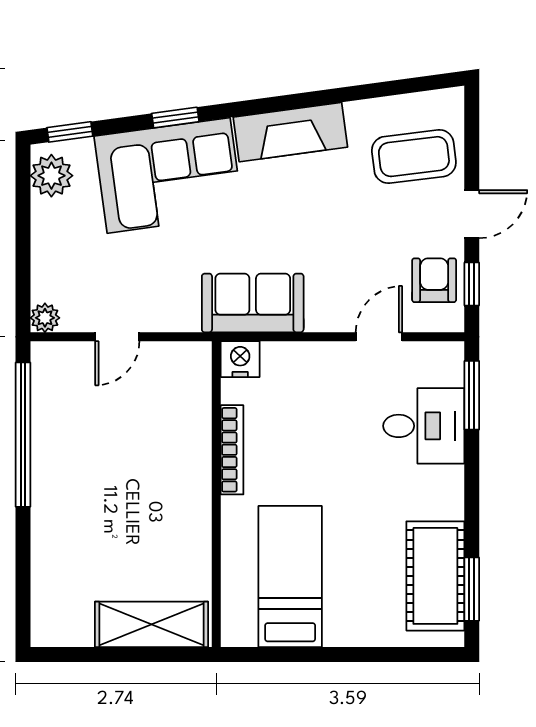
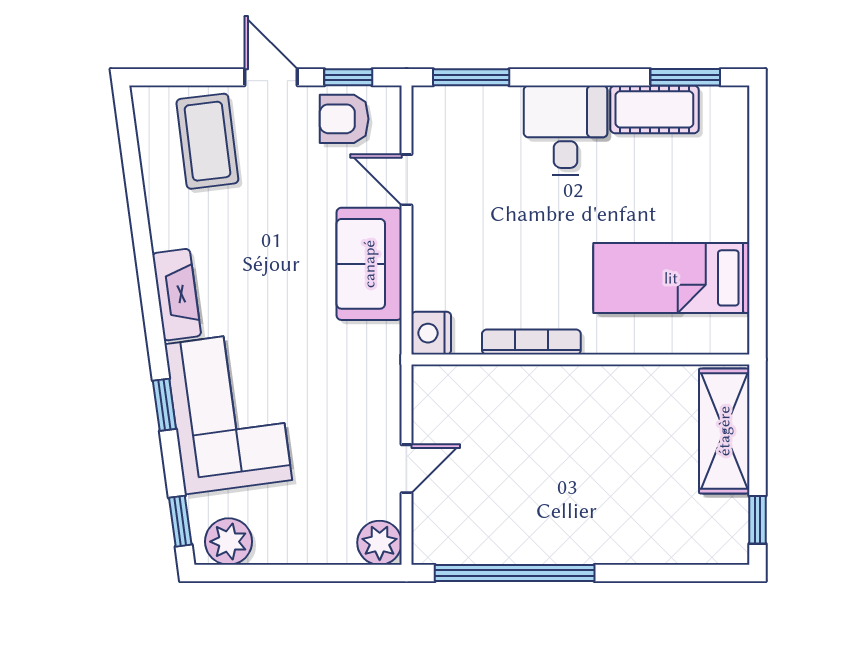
fireplace: (290, 132) -> (177, 295), width x0.73, depth x0.76
sofa: (253, 303) -> (369, 264), moved
plant: (45, 318) -> (380, 543), width x1.38, depth x1.38
door: (117, 337) -> (407, 469), hinge flipped
desk: (424, 426) -> (566, 130), moved
cot: (435, 576) -> (654, 109), width x0.73, depth x0.75
window: (71, 654) -> (757, 520), added

